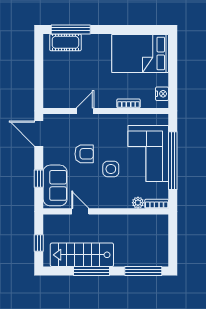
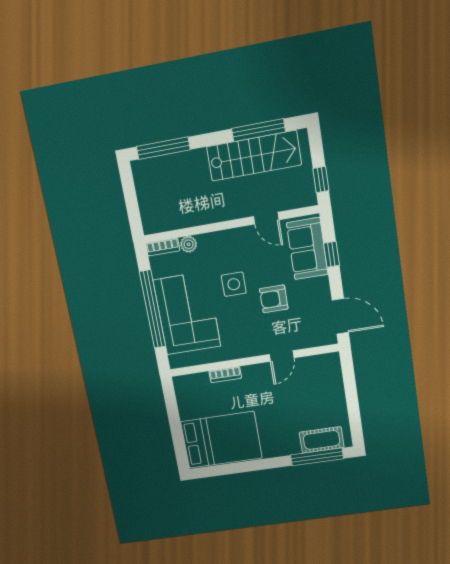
nightstand: (162, 94) -> (184, 394), removed
window: (39, 243) -> (321, 180), moved
window: (92, 271) -> (258, 130), moved

